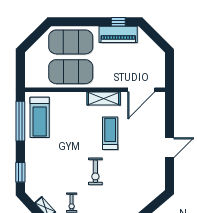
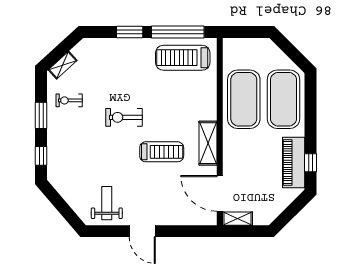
shelving: (160, 76) -> (237, 219), added
exercise bike: (95, 171) -> (124, 117), moved
window: (20, 172) -> (130, 32), moved
weight bench: (149, 174) -> (107, 203), added

